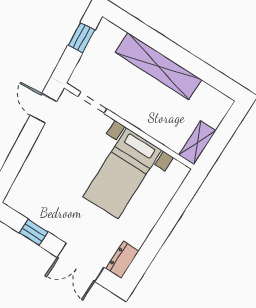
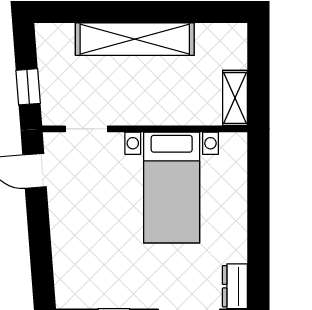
window: (81, 38) -> (28, 87), moved

